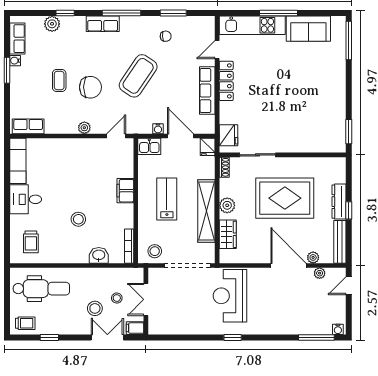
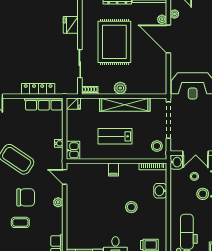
locker: (226, 81) -> (38, 89), moved
chair: (90, 87) -> (26, 197), turned 90
row of seats: (207, 91) -> (44, 104), moved
fridge: (228, 135) -> (71, 25), moved, turned -90
door: (181, 136) -> (65, 125), removed
filing cabinet: (125, 191) -> (113, 170), width x0.50
wardrobe: (228, 234) -> (143, 88), removed
door: (289, 265) -> (168, 39), hinge flipped
washbasin: (135, 275) -> (176, 162), added

